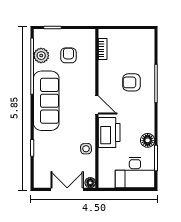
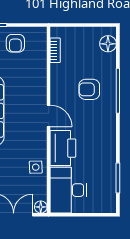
armchair: (68, 55) -> (15, 43), moved, turned 180
floor lamp: (148, 140) -> (108, 44), moved
desk: (135, 173) -> (68, 190), moved, turned 90

